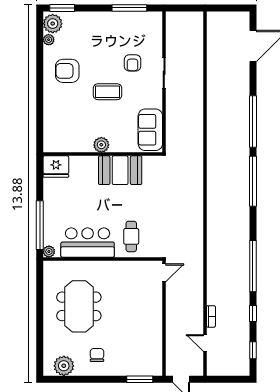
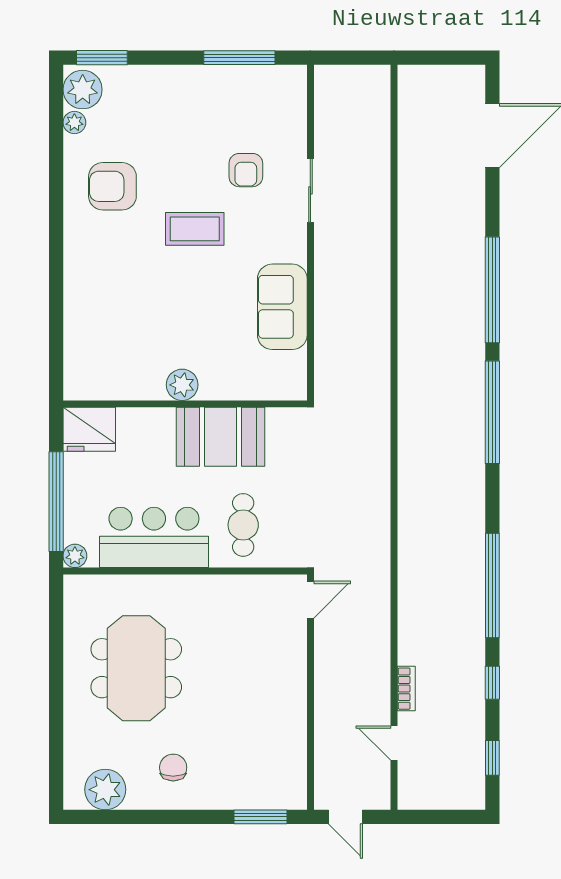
plant: (101, 145) -> (182, 385), moved
wall: (103, 154) -> (185, 404), moved
fridge: (56, 167) -> (89, 429), moved
booth: (120, 170) -> (221, 437), moved

